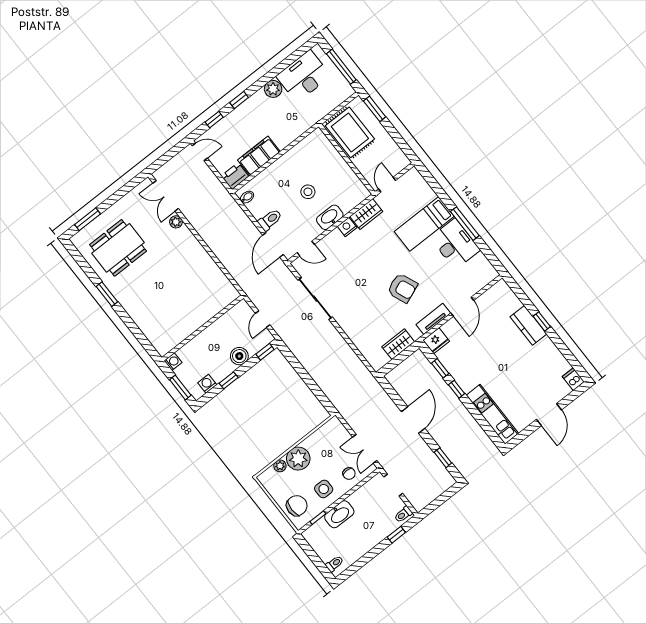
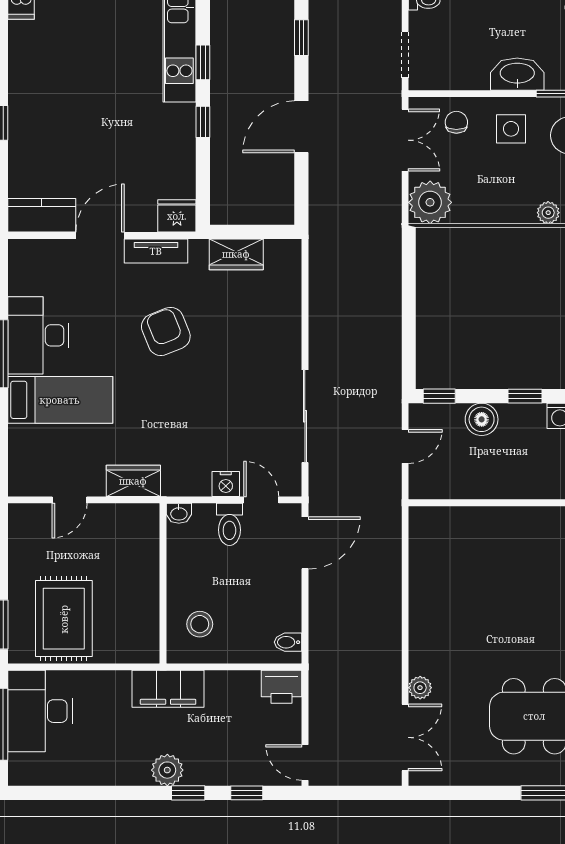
desk: (303, 76) -> (40, 711), moved, turned 90
plant: (273, 89) -> (167, 770), moved
filing cabinet: (259, 156) -> (168, 689), moved
wall: (347, 159) -> (163, 583), moved
stool: (308, 192) -> (200, 624), moved
washbasin: (330, 217) -> (179, 513), width x0.52, depth x0.69
toilet: (270, 220) -> (229, 524), moved, turned -90
nightstand: (347, 227) -> (226, 484), moved
kitchen counter: (528, 325) -> (42, 215), moved, turned -90
window: (440, 368) -> (203, 62), moved
plant: (298, 459) -> (430, 202), moved

